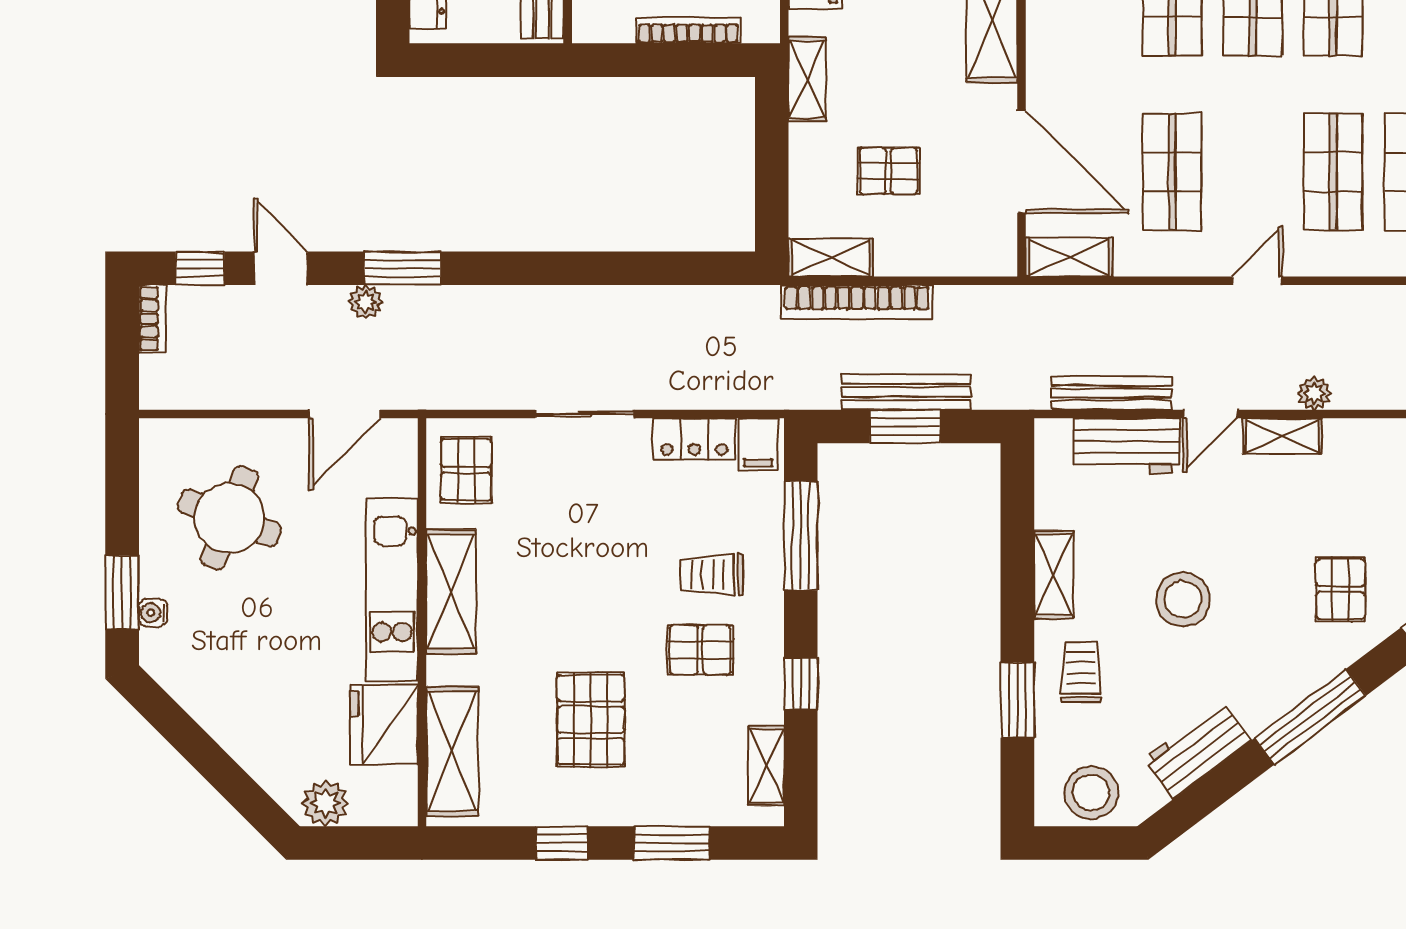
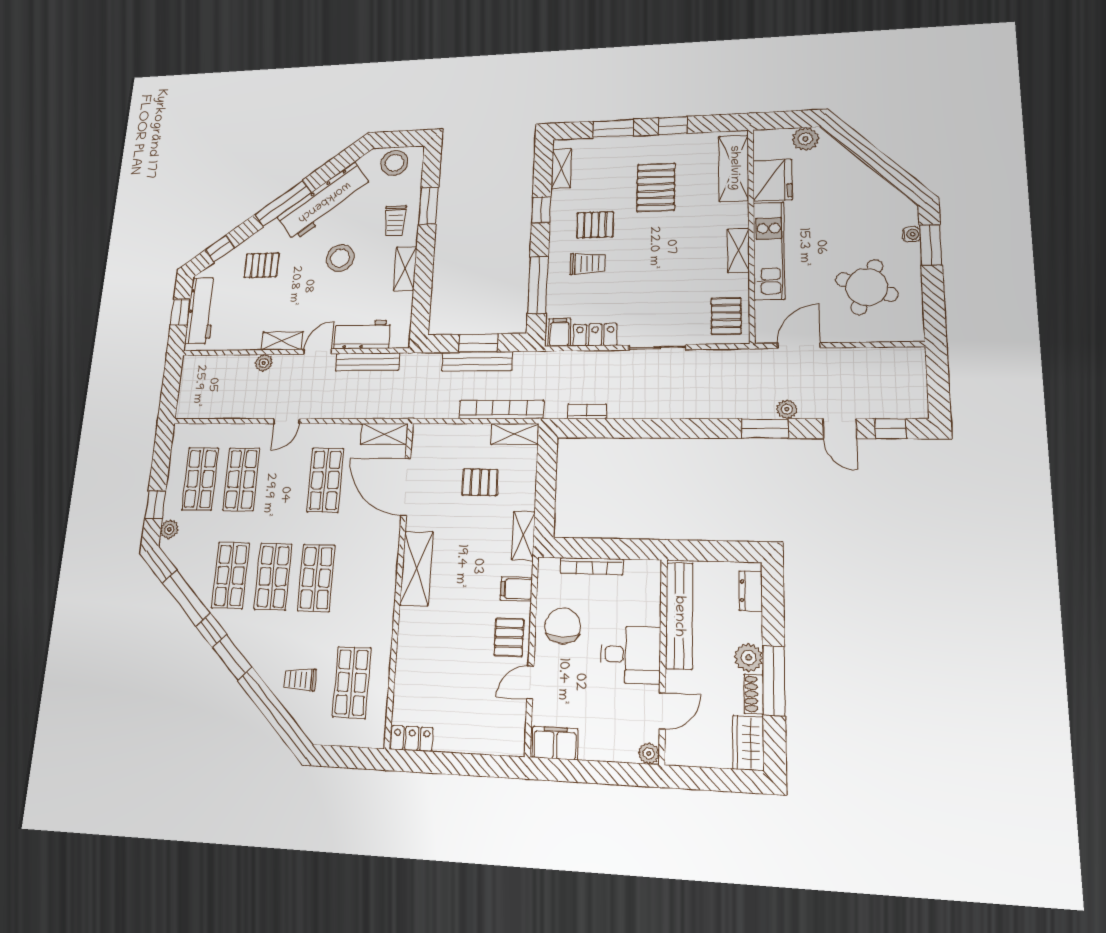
bookcase: (152, 319) -> (587, 411), moved, turned 90
pallet: (1340, 589) -> (262, 265), turned 90
shelving: (451, 592) -> (738, 251), width x0.67, depth x0.75
workbench: (1197, 750) -> (324, 202), width x1.88, depth x1.32

